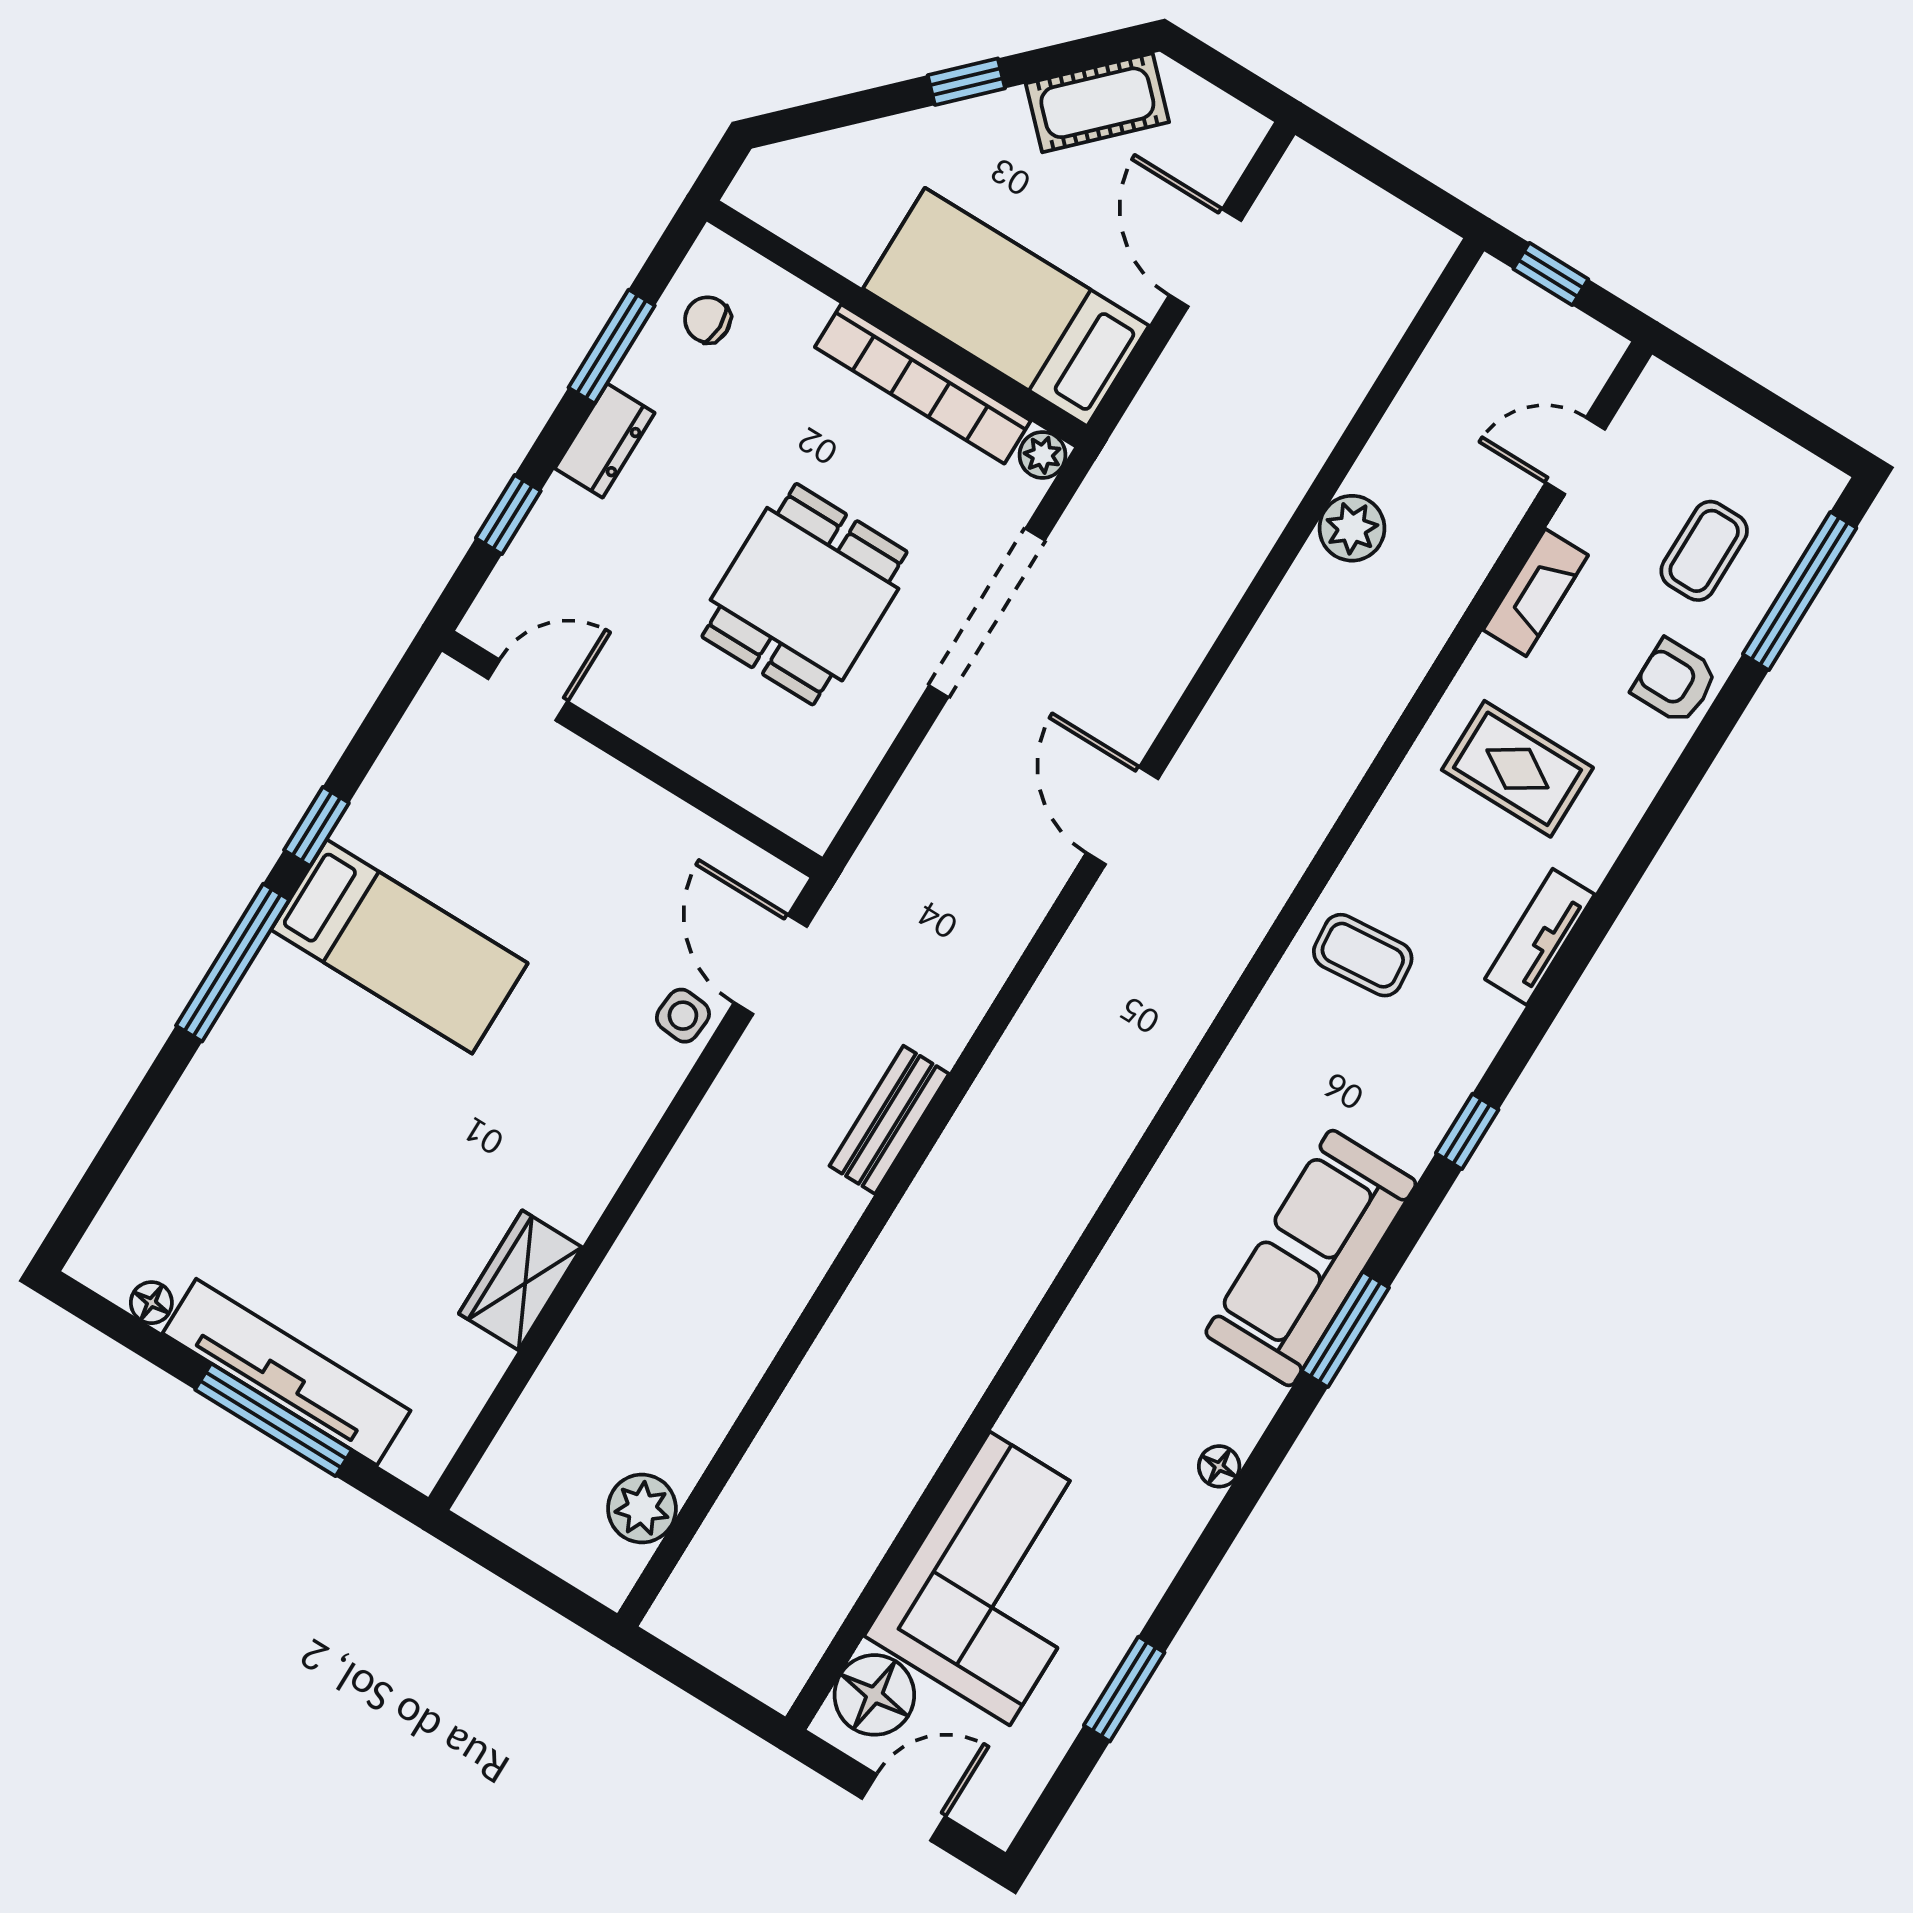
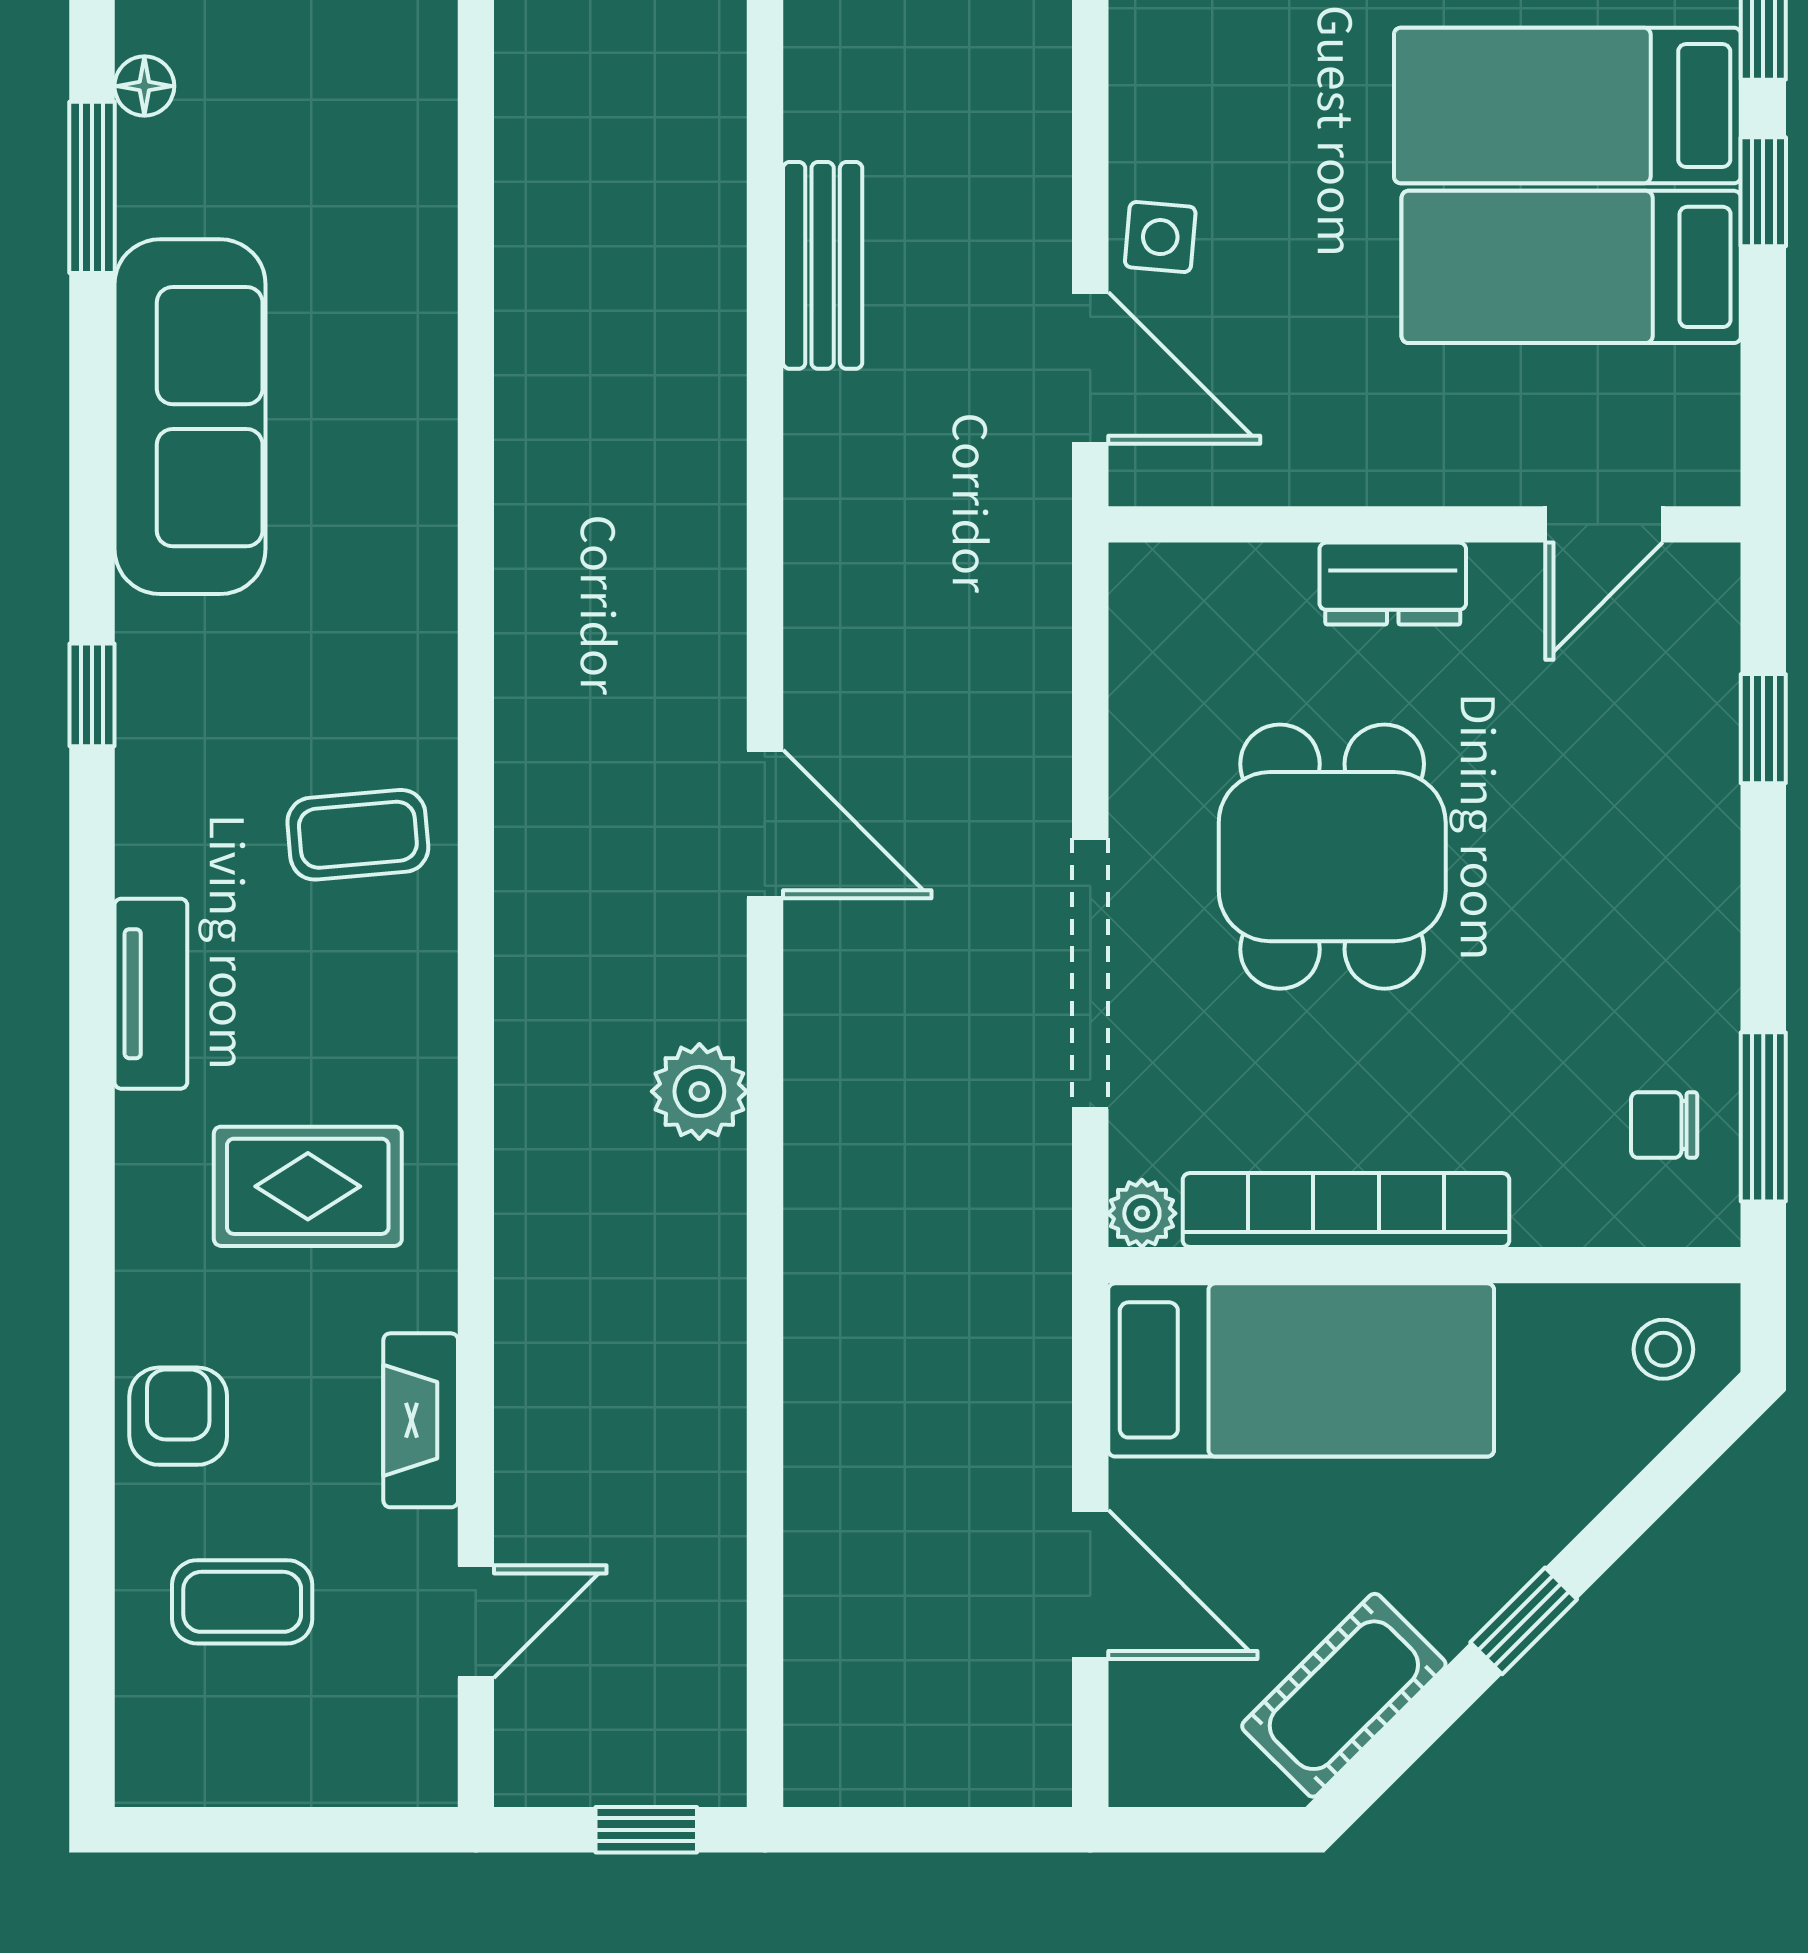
stool: (788, 190) -> (1663, 1349), added
chair: (708, 320) -> (1664, 1125), turned 180
window: (612, 347) -> (1763, 1117), moved
dresser: (605, 441) -> (1393, 584), moved, turned -90
plant: (1352, 528) -> (699, 1091), moved
coffee table: (1704, 551) -> (242, 1602), turned 90
window: (1800, 591) -> (92, 1625), removed
armchair: (1675, 682) -> (178, 1416), turned -90
bed: (455, 851) -> (1571, 267), added
window: (1345, 1329) -> (92, 187), moved

